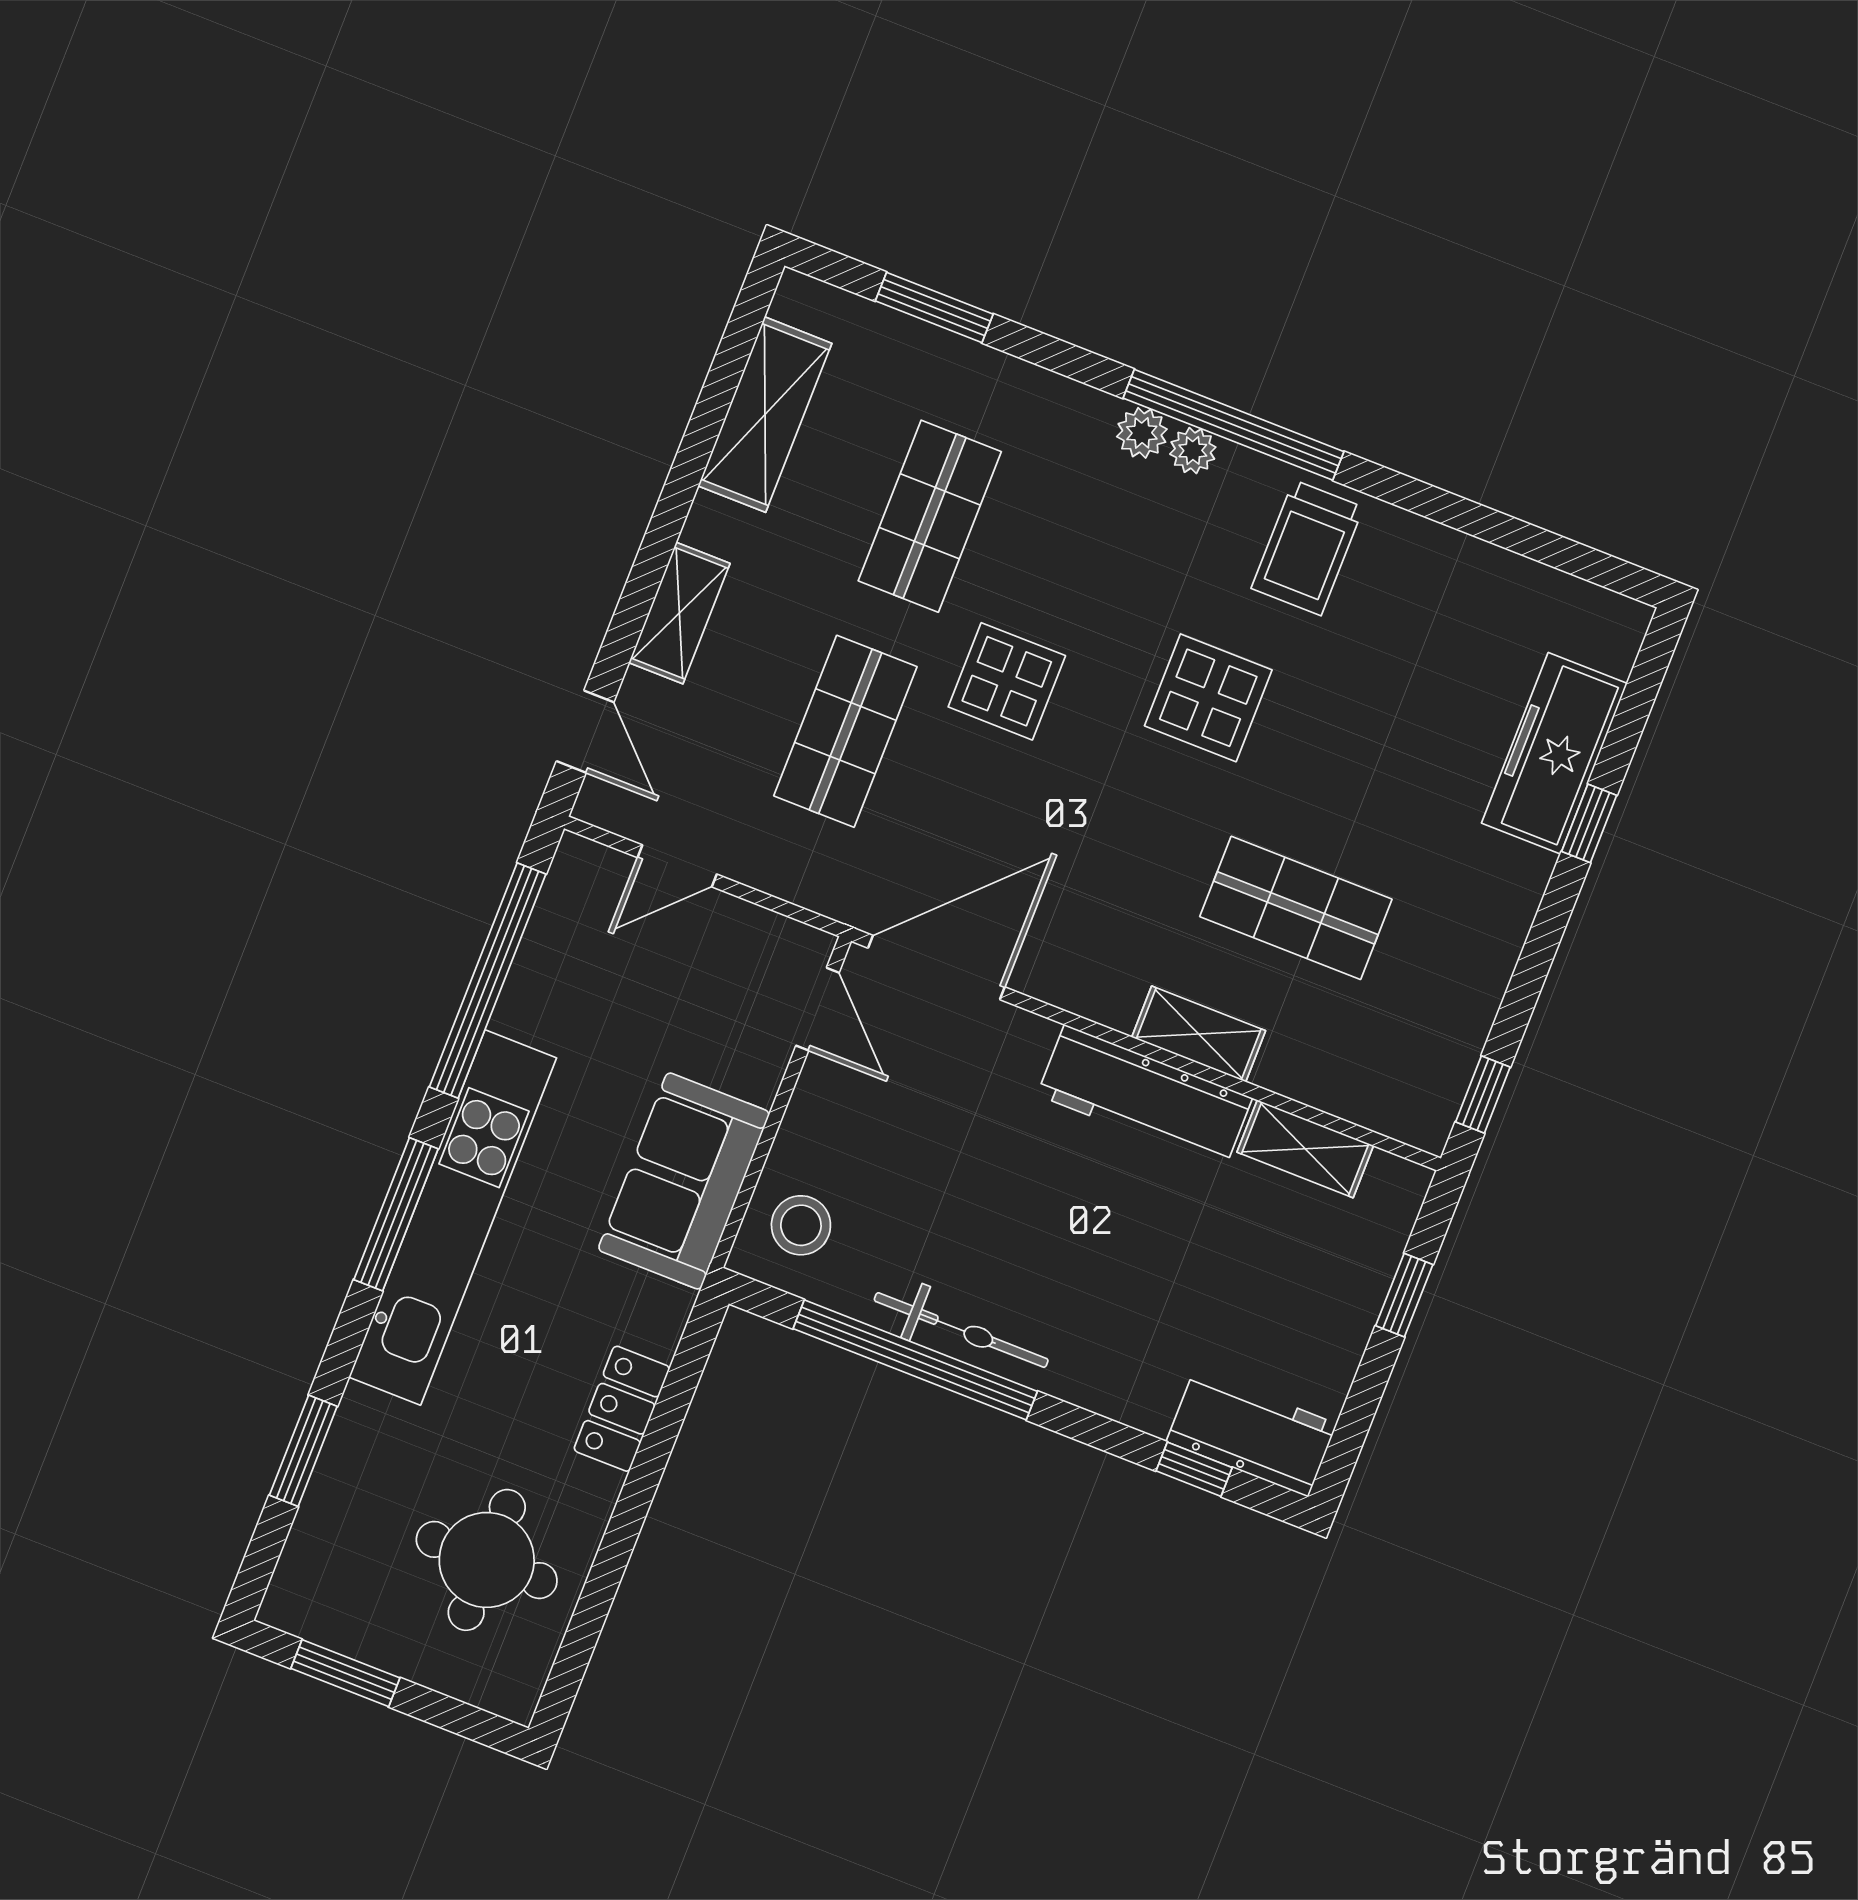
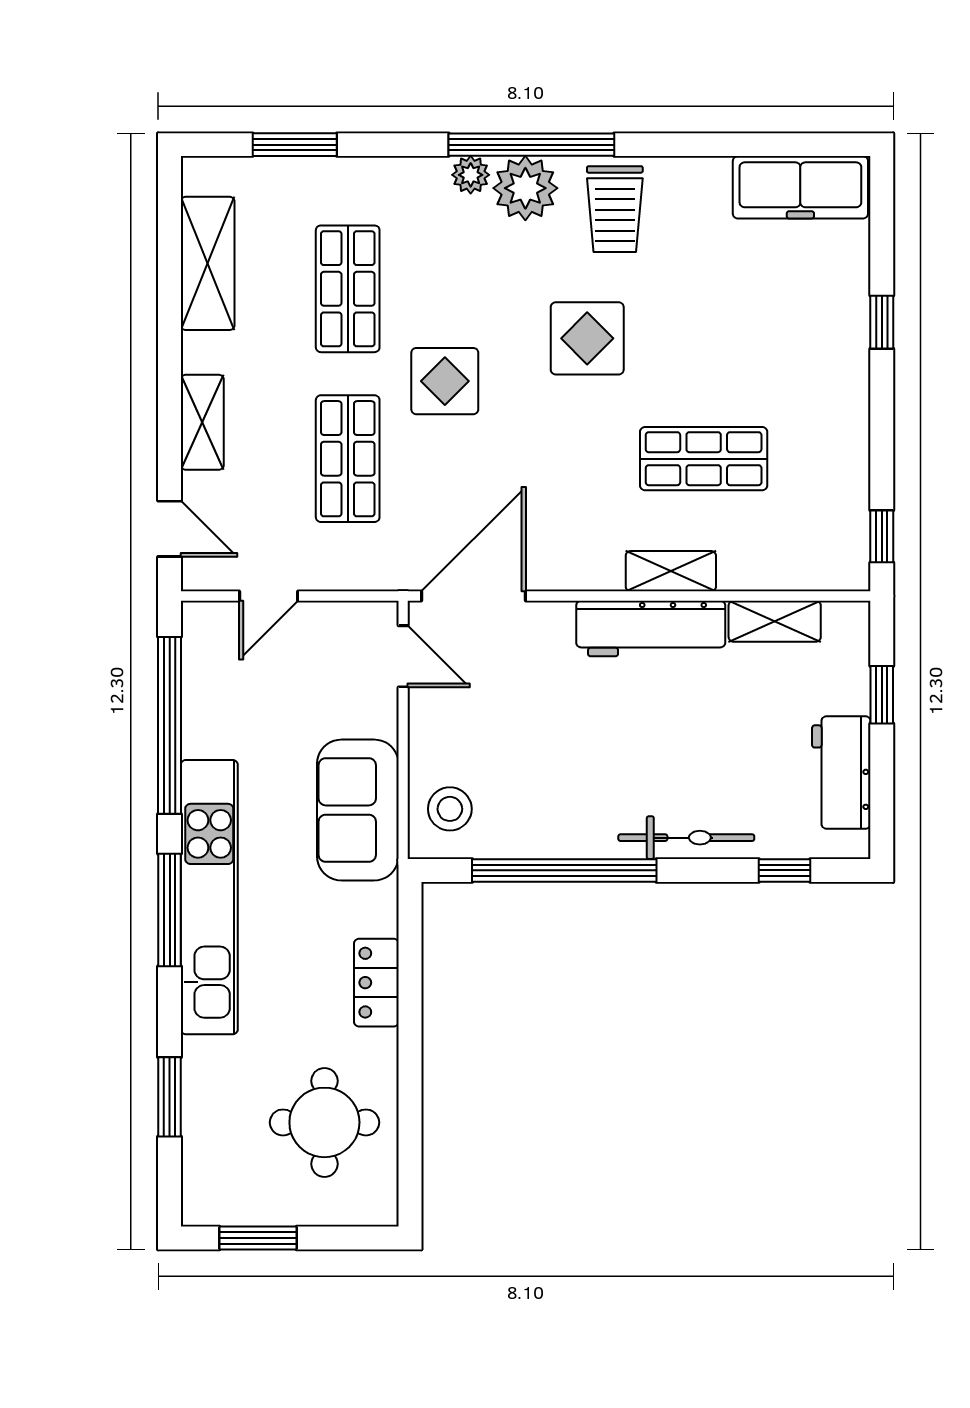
plant: (1193, 451) -> (525, 188), width x1.88, depth x1.88
freezer: (1554, 753) -> (800, 187), moved, turned -90
bicycle: (961, 1330) -> (686, 838), moved
workbench: (1252, 1433) -> (841, 772), moved, turned -90

